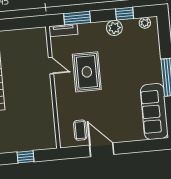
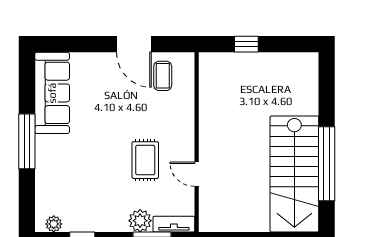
plant: (114, 28) -> (140, 221), moved
rug: (87, 72) -> (145, 160), width x0.73, depth x0.70

